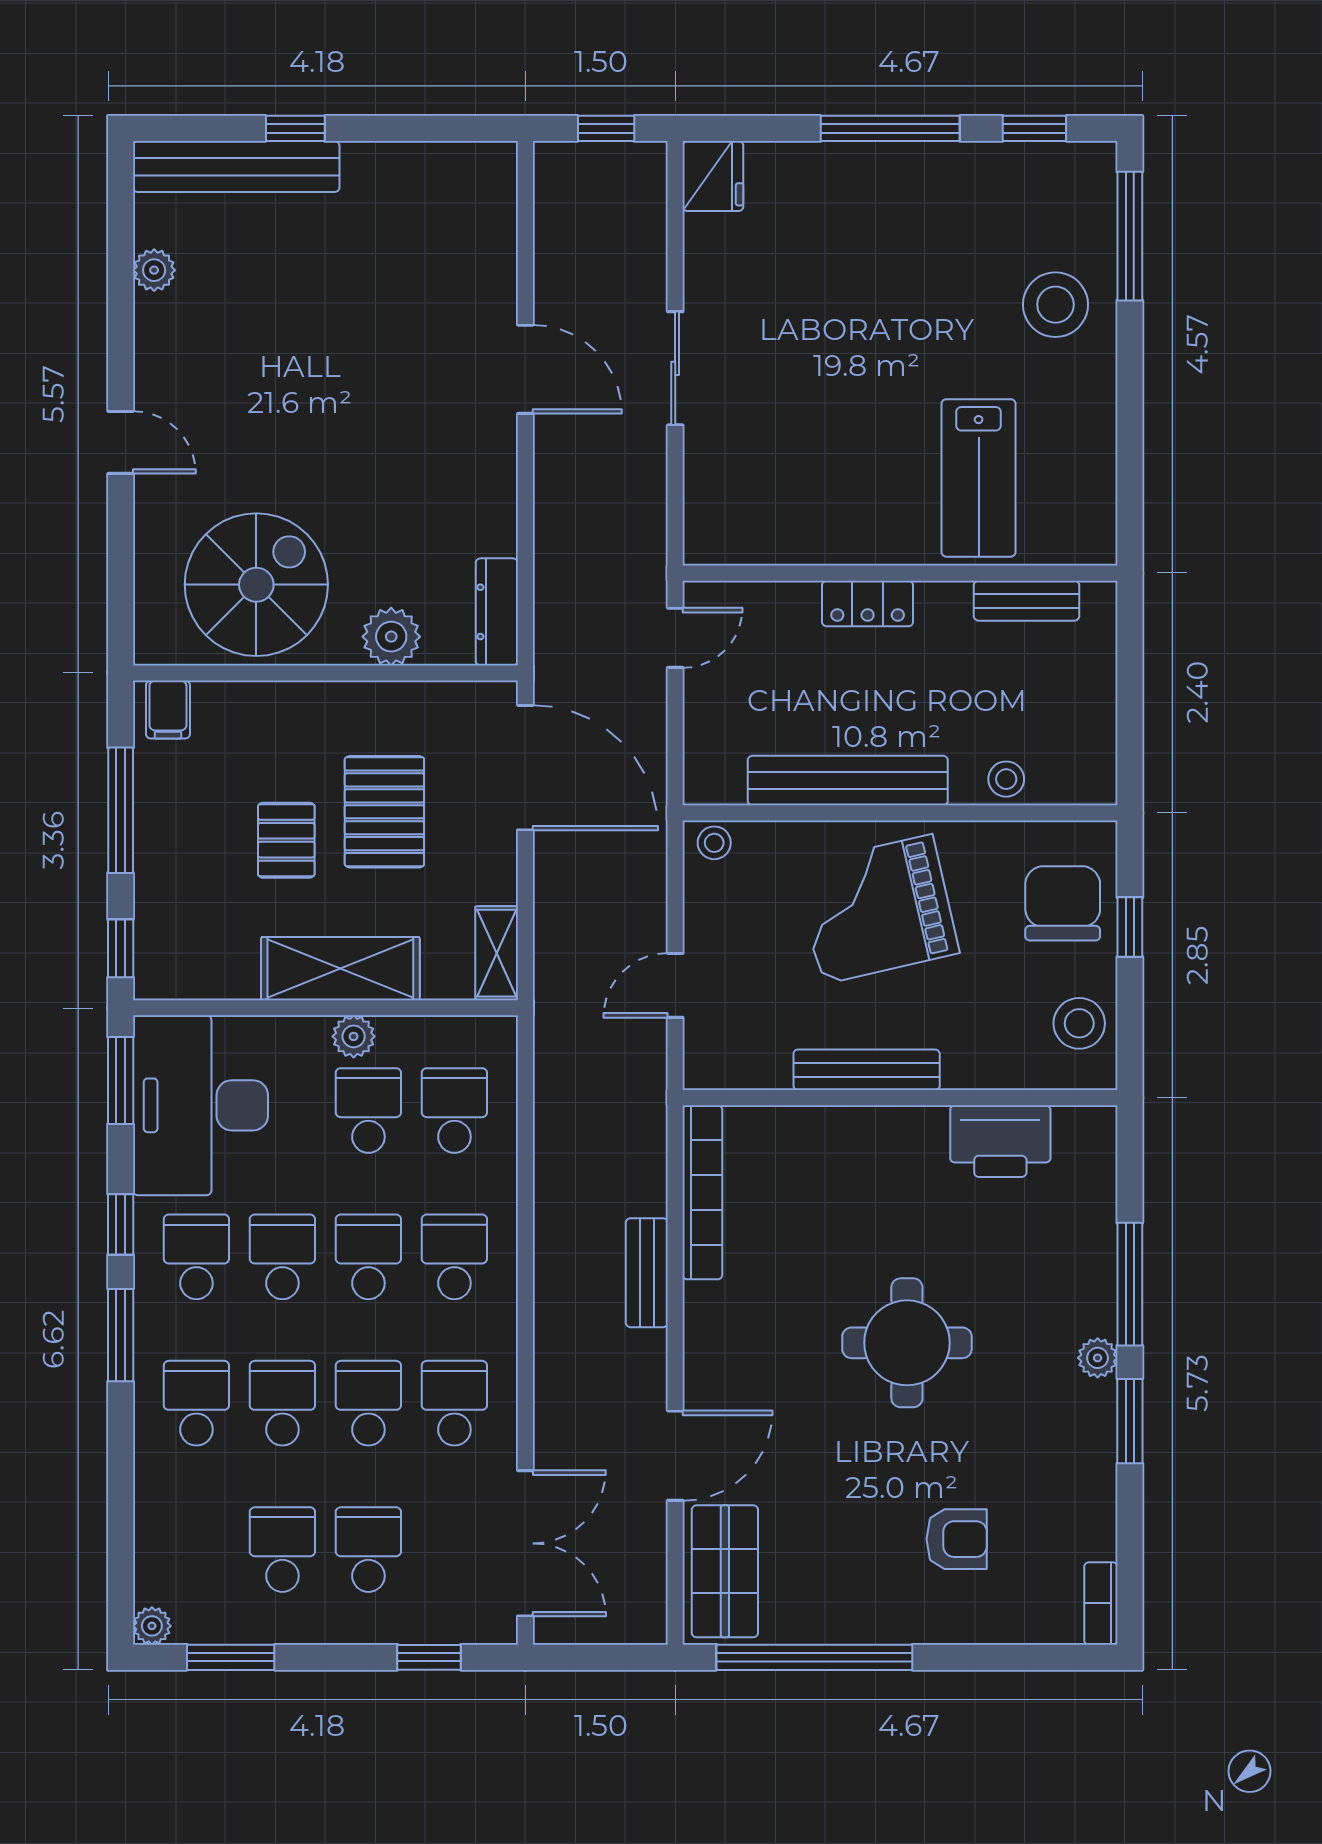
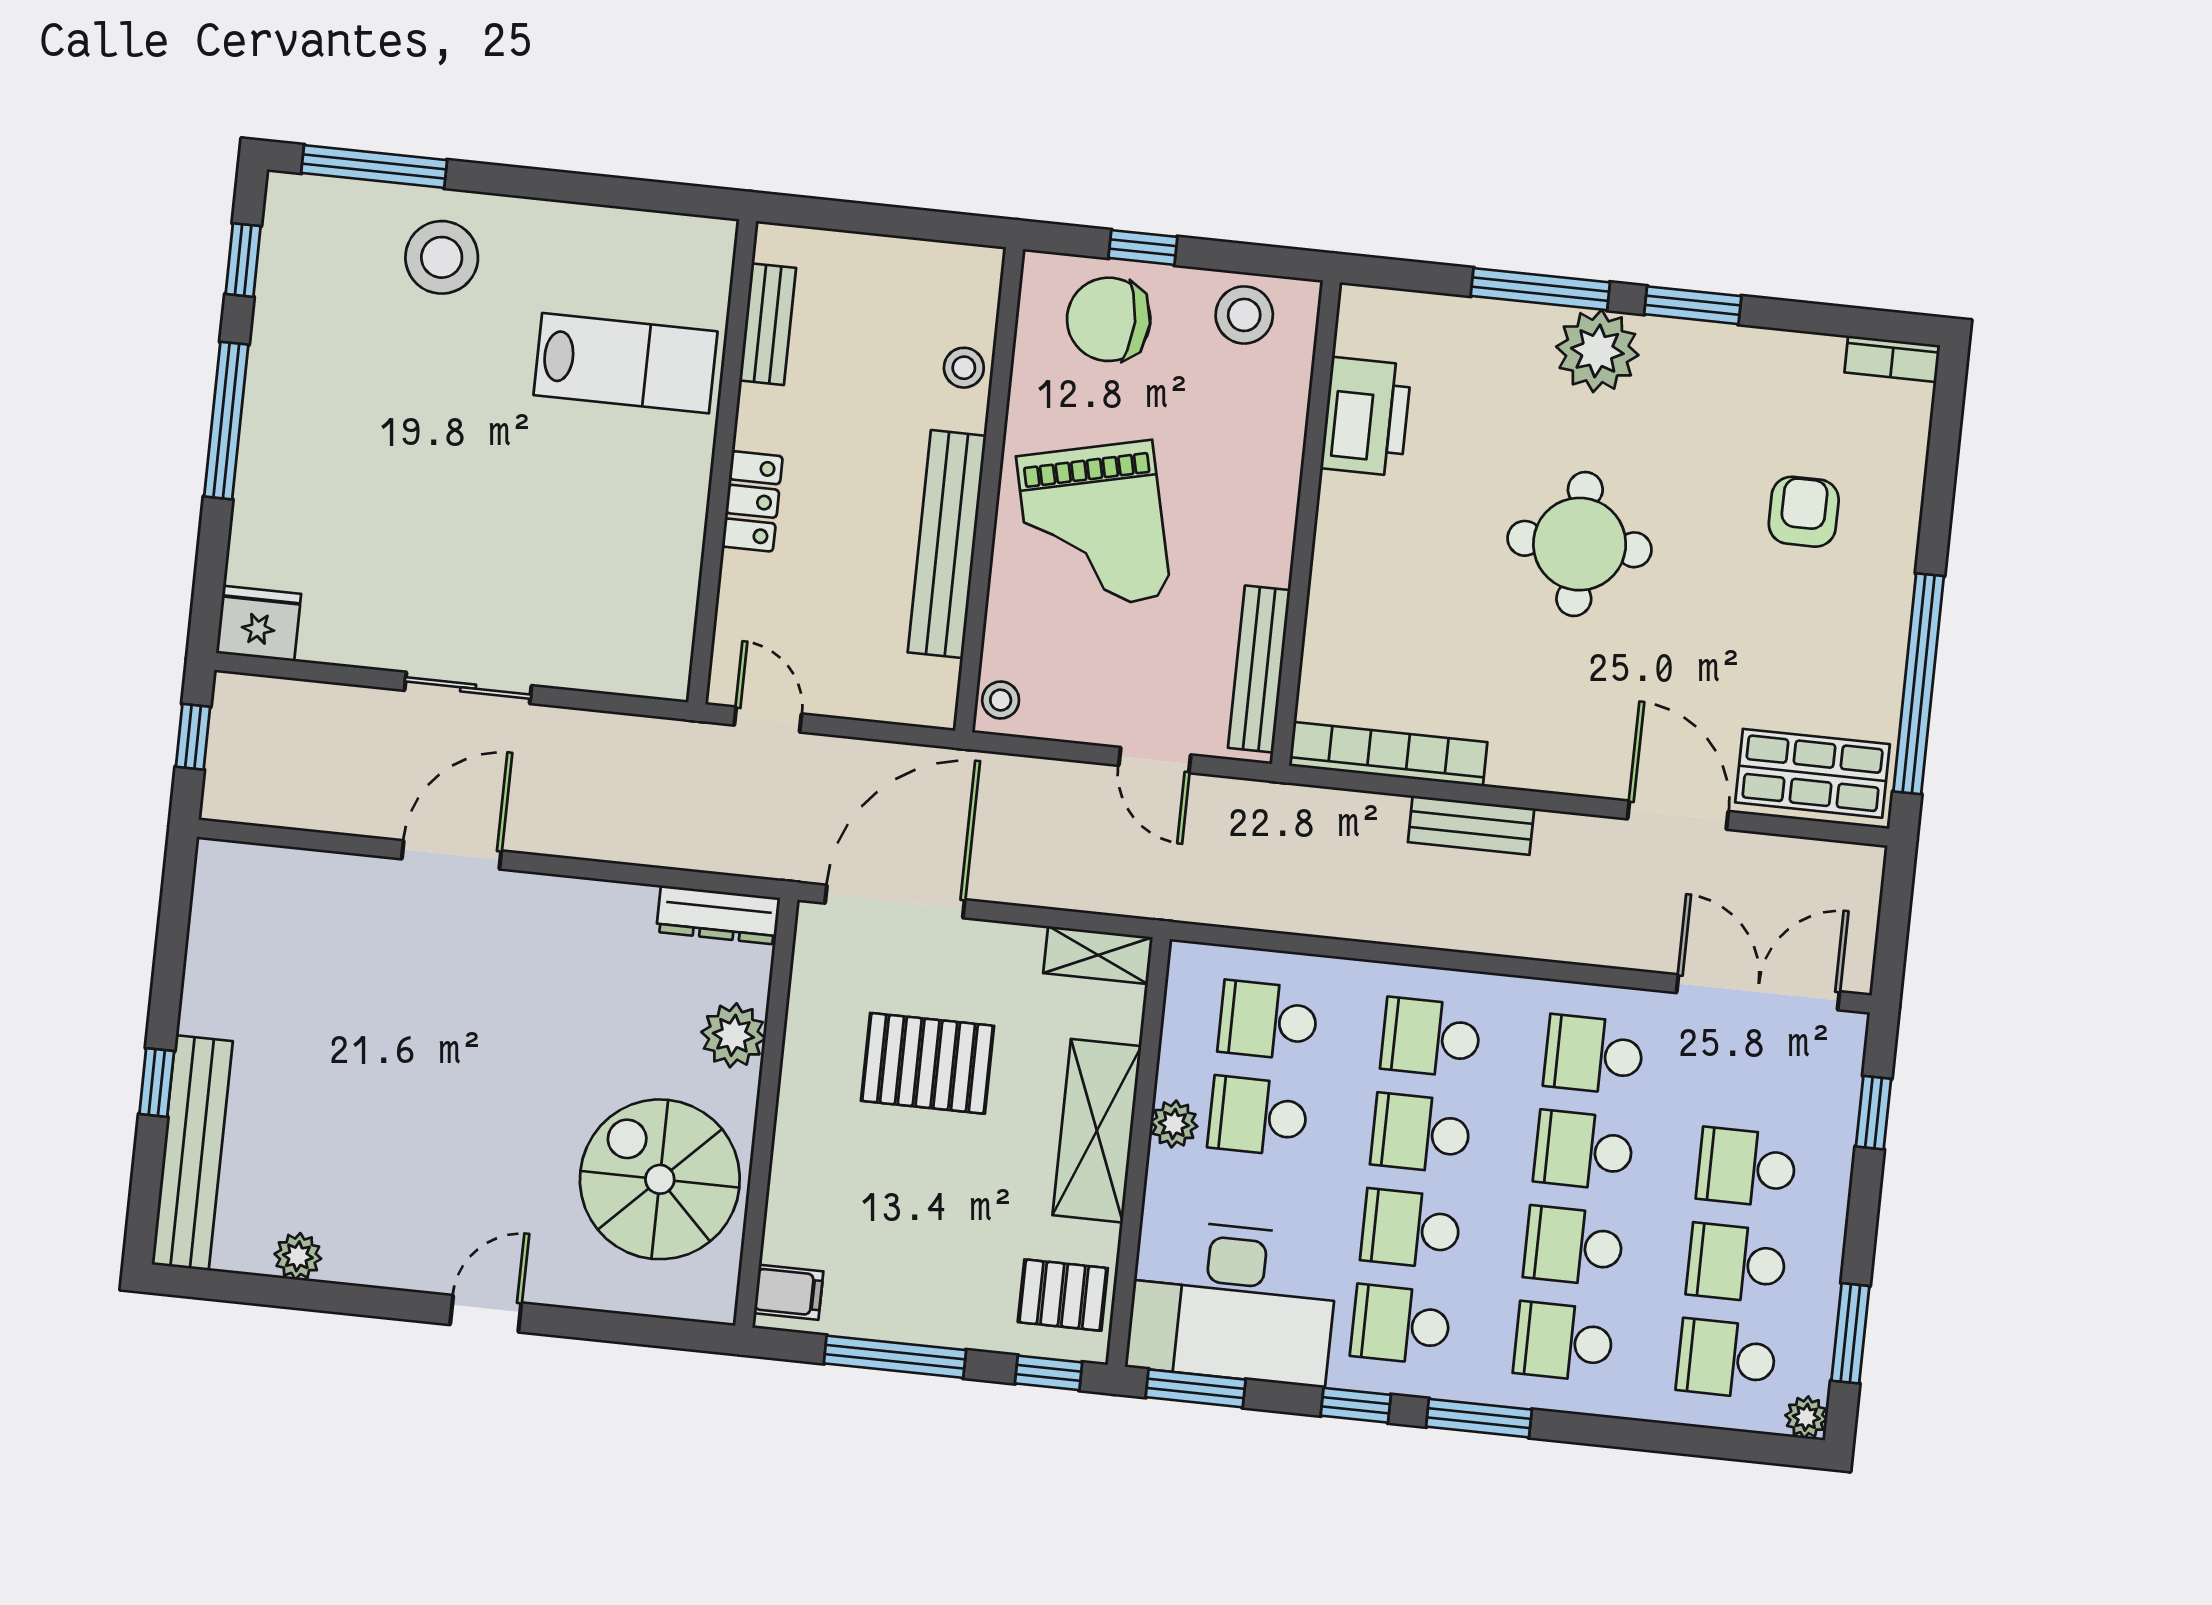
pallet: (286, 840) -> (1063, 1295), moved
bench: (867, 1070) -> (1259, 669), moved
plant: (1098, 1358) -> (1597, 351), width x1.88, depth x1.88
school desk: (196, 1550) -> (1726, 1359), added

